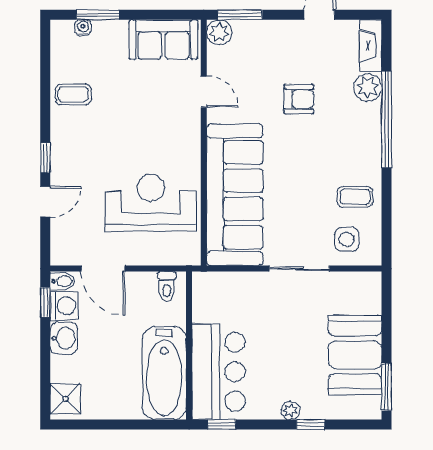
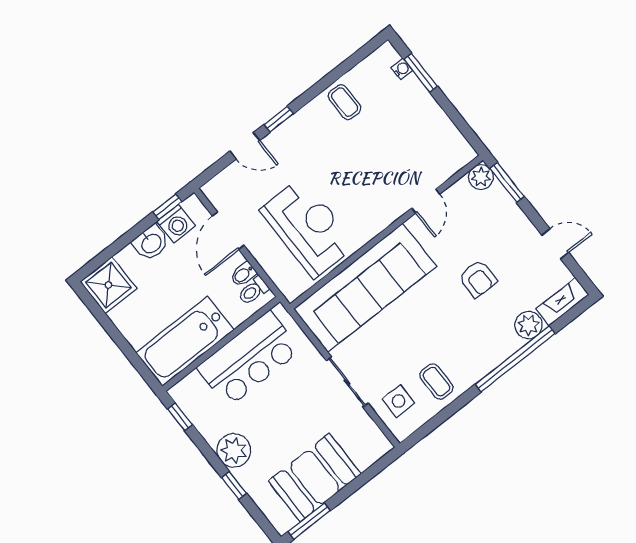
sofa: (163, 40) -> (441, 138), removed
bidet: (63, 281) -> (243, 274), moved, turned 90
bar counter: (219, 372) -> (249, 359), moved
shower: (65, 399) -> (108, 285), width x1.36, depth x1.36
plant: (290, 410) -> (234, 450), width x1.88, depth x1.88

